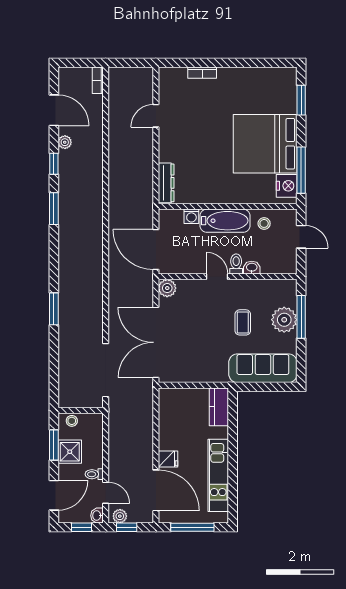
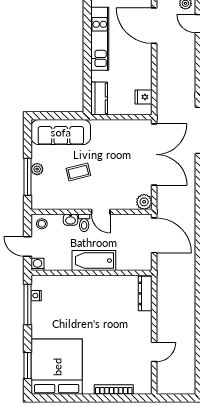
bookcase: (202, 73) -> (114, 389), width x1.56
bed: (265, 144) -> (57, 367), moved, turned -90
nightstand: (287, 186) -> (36, 296), width x0.53, depth x0.56
washing machine: (191, 216) -> (37, 264), moved
stool: (264, 223) -> (42, 224), moved
plant: (284, 320) -> (37, 169), width x0.53, depth x0.53
coffee table: (243, 322) -> (78, 172), turned 76
fridge: (168, 459) -> (143, 97), moved

